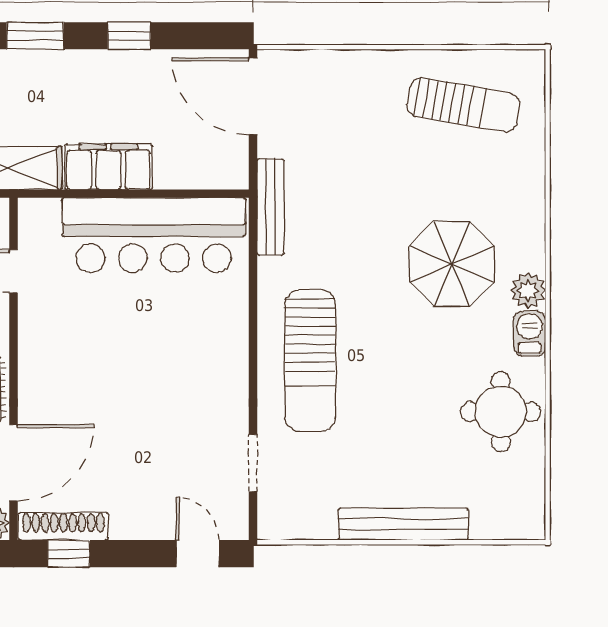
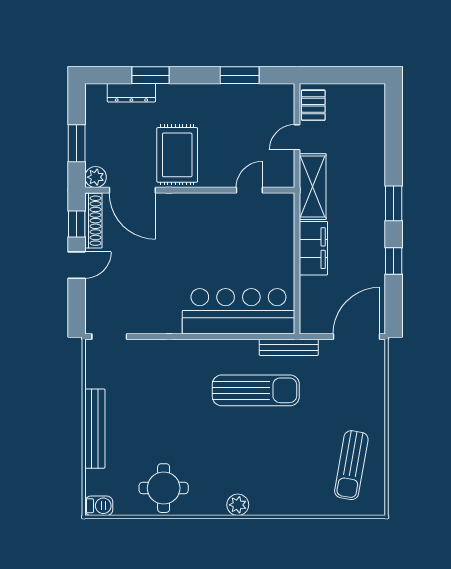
bar counter: (154, 235) -> (238, 311), moved, turned 90
parasol: (452, 264) -> (254, 458), removed
barbecue: (530, 333) -> (99, 506), moved
sun lounger: (310, 361) -> (256, 390), moved, turned 180
doorway: (253, 463) -> (109, 337), moved
door: (198, 554) -> (77, 265), moved

